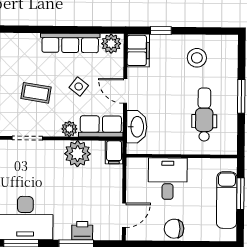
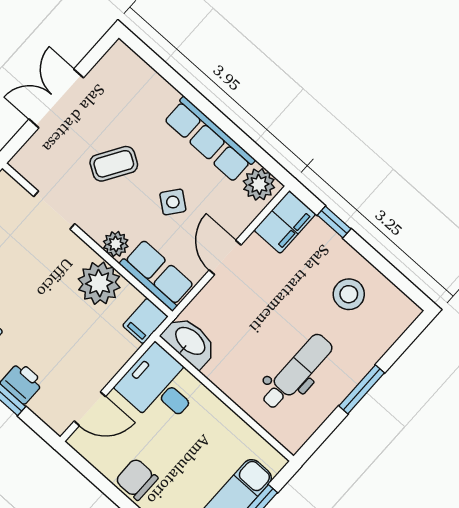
coffee table: (36, 93) -> (114, 164), turned -67
washbasin: (137, 127) -> (190, 342), moved, turned -90
desk: (168, 179) -> (159, 387), moved, turned -90

